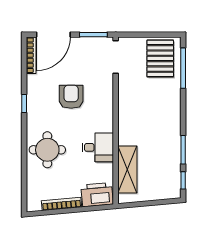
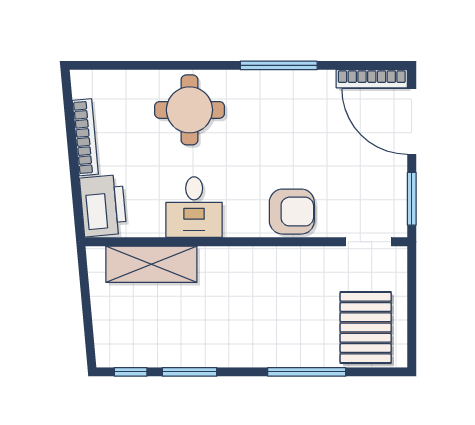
doorway: (116, 57) -> (368, 242), width x0.73
pallet: (160, 58) -> (366, 328), turned 90
window: (183, 68) -> (307, 372), moved
armchair: (71, 97) -> (292, 212), moved
window: (24, 104) -> (279, 65), width x2.17

